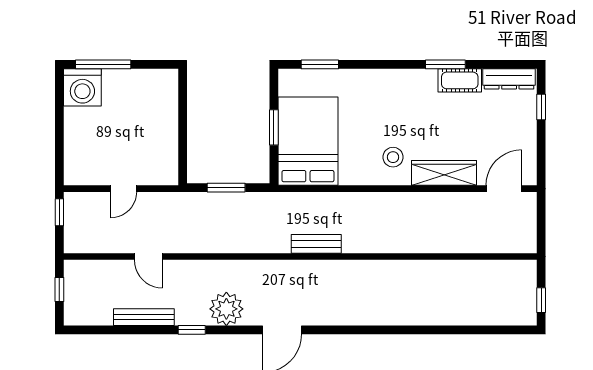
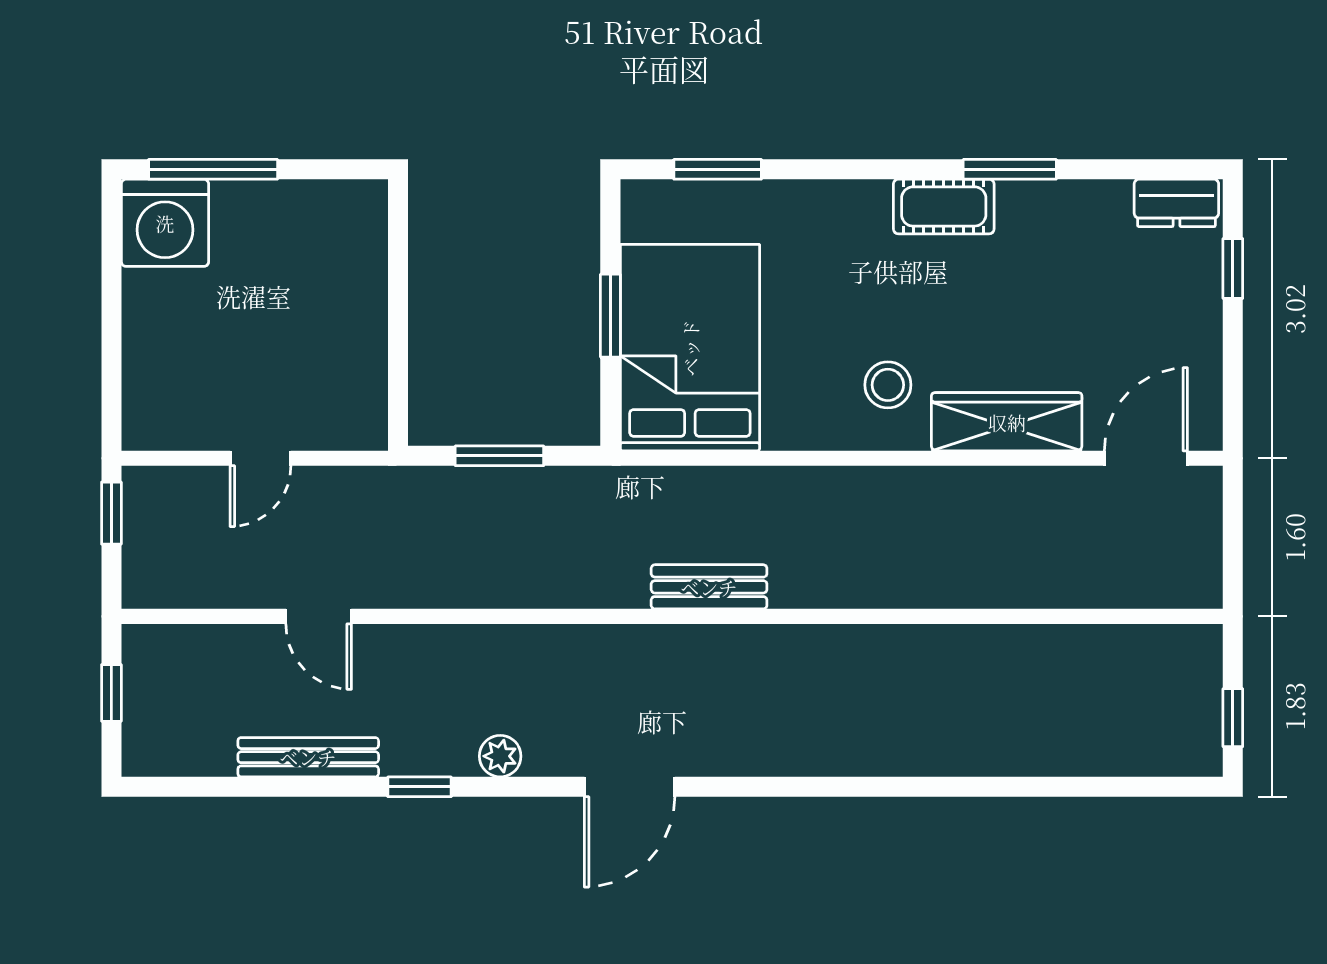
dresser: (509, 79) -> (1176, 203), width x0.70
cot: (460, 80) -> (944, 206), moved
plant: (226, 309) -> (500, 756), width x0.53, depth x0.53

